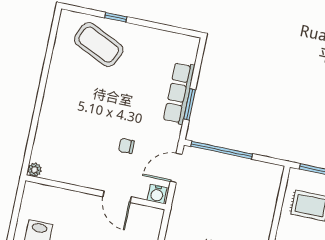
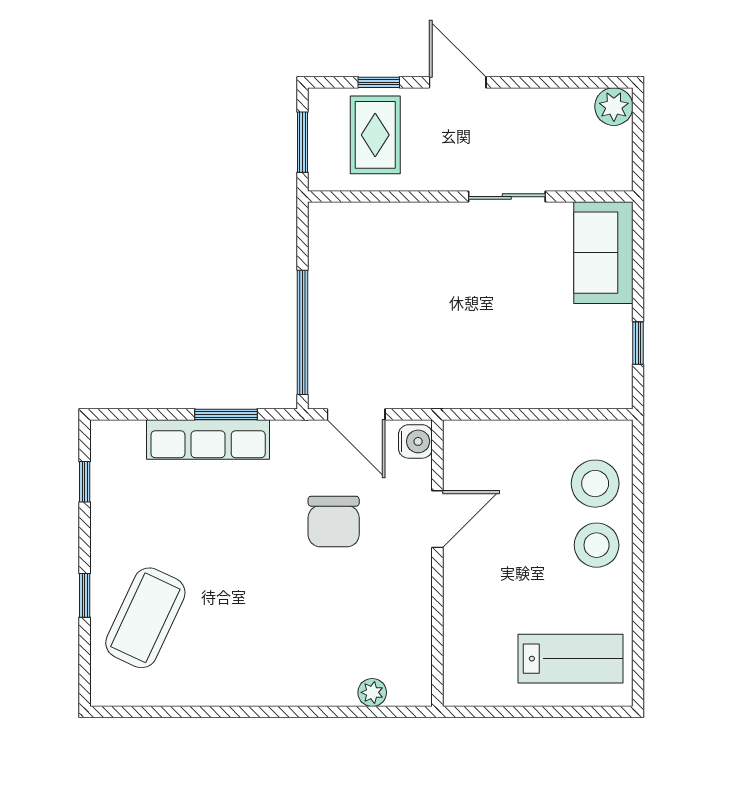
window: (171, 29) -> (85, 482), added
chair: (126, 146) -> (334, 522), width x1.87, depth x1.87
plant: (35, 170) -> (372, 692), moved

